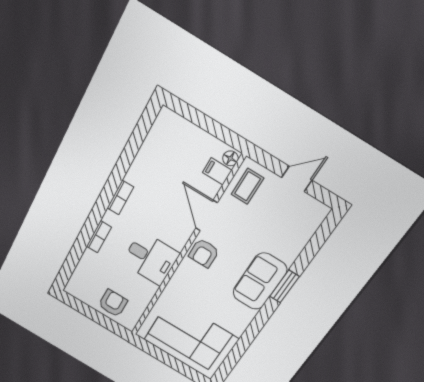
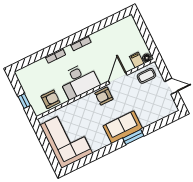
desk: (151, 258) -> (79, 81), width x1.37
armchair: (113, 303) -> (51, 99), moved
window: (103, 320) -> (24, 101), added

